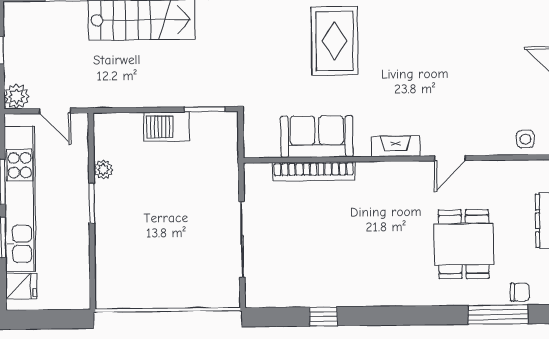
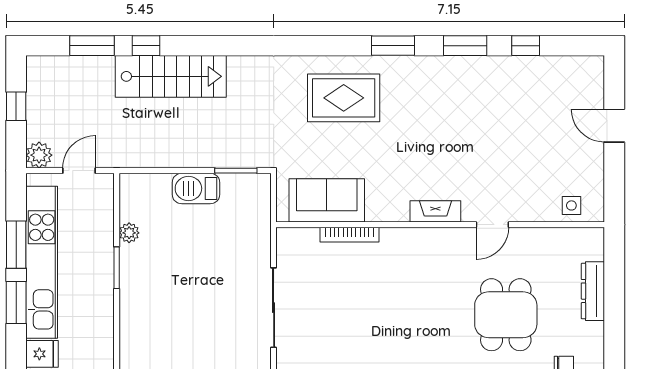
rug: (335, 41) -> (344, 98), moved, turned 90
door: (55, 111) -> (79, 171), swing flipped
sofa: (317, 137) -> (327, 200), moved
bookcase: (314, 171) -> (350, 235), width x0.68, depth x0.76

